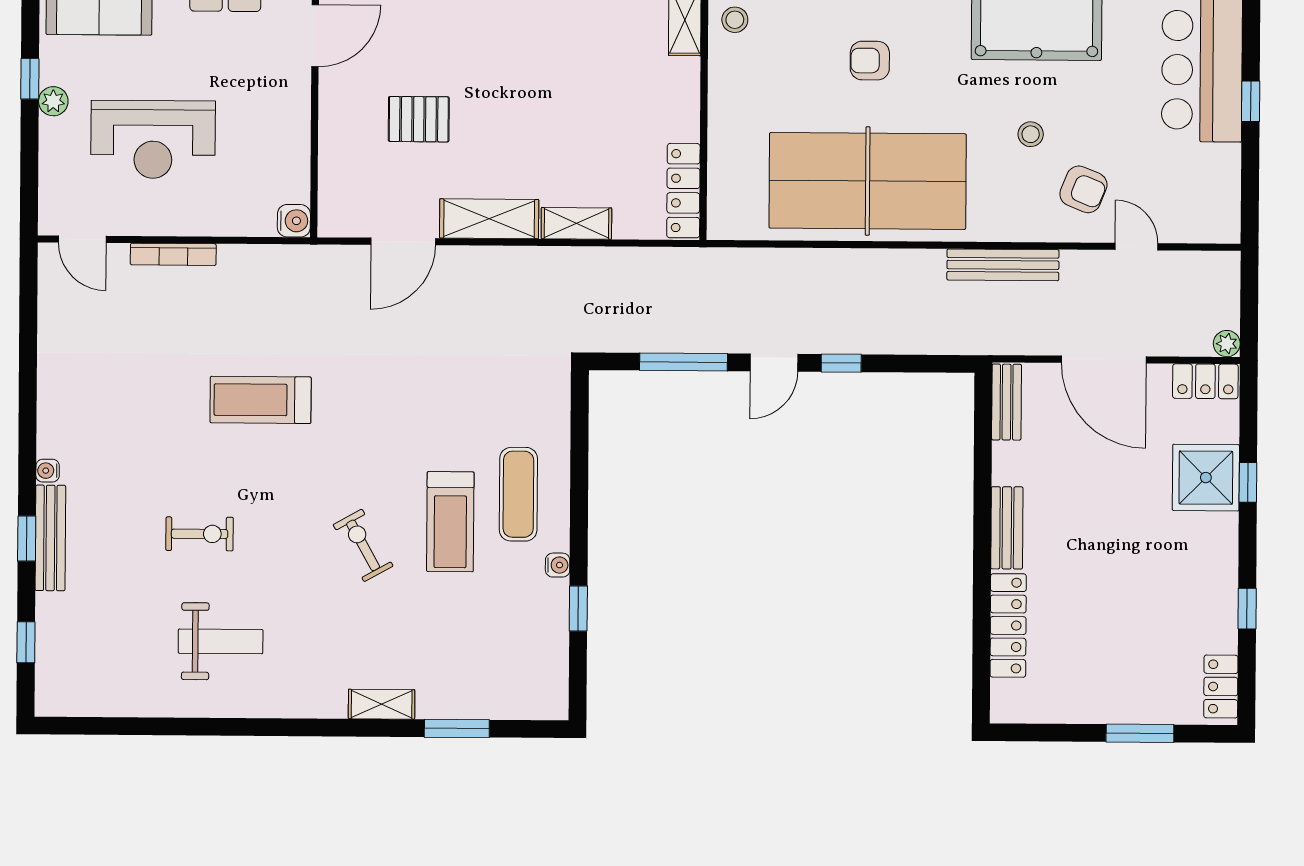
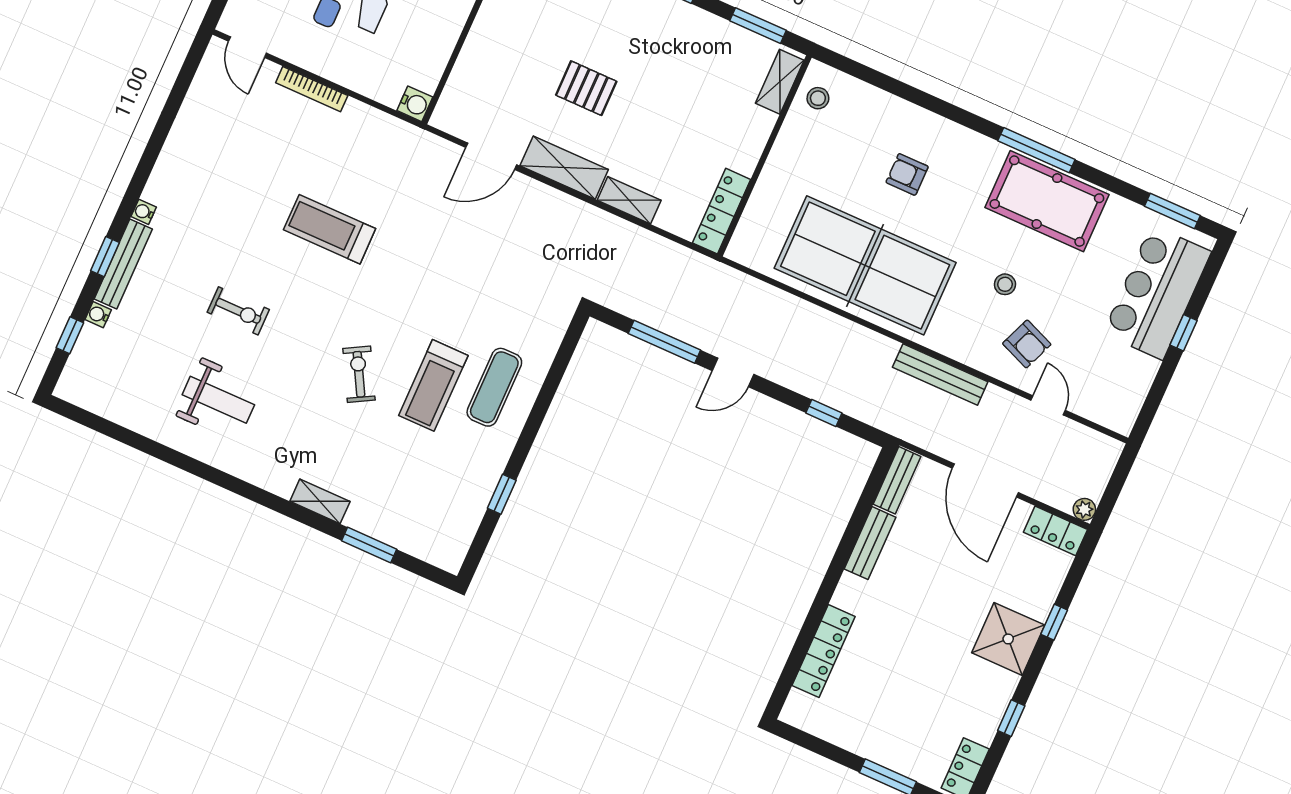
pallet: (419, 119) -> (586, 88), moved
window: (841, 363) -> (824, 413), moved
shower: (1206, 478) -> (1008, 639), moved
bench: (1007, 528) -> (870, 543), moved
water cooler: (558, 565) -> (98, 315), moved, turned 180

